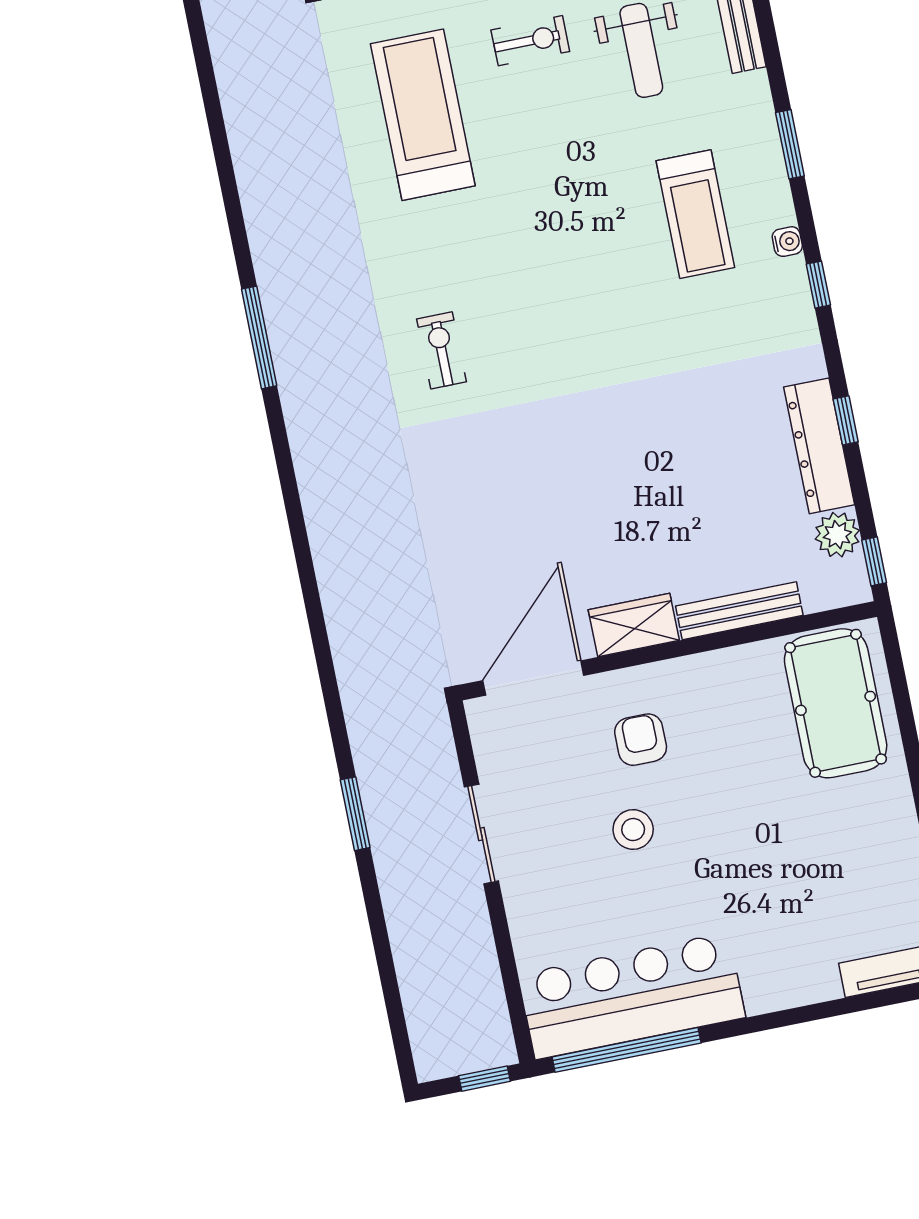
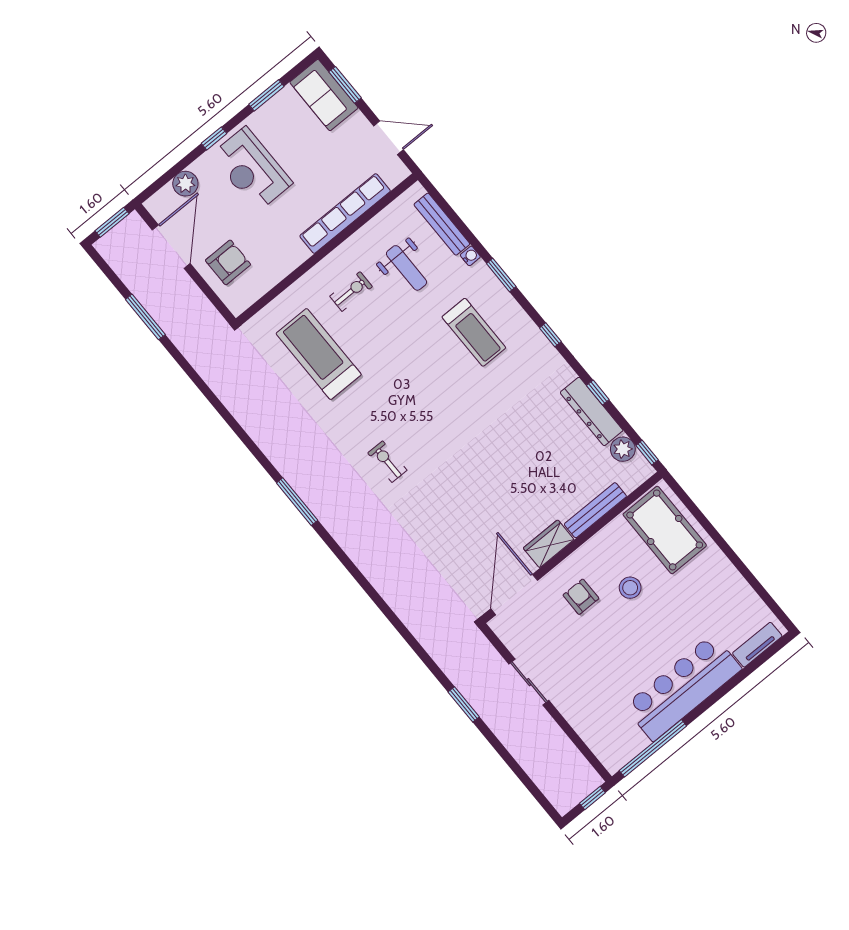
water cooler: (787, 242) -> (470, 256), moved
stool: (633, 830) -> (630, 588), moved
bar counter: (632, 996) -> (683, 687), moved

